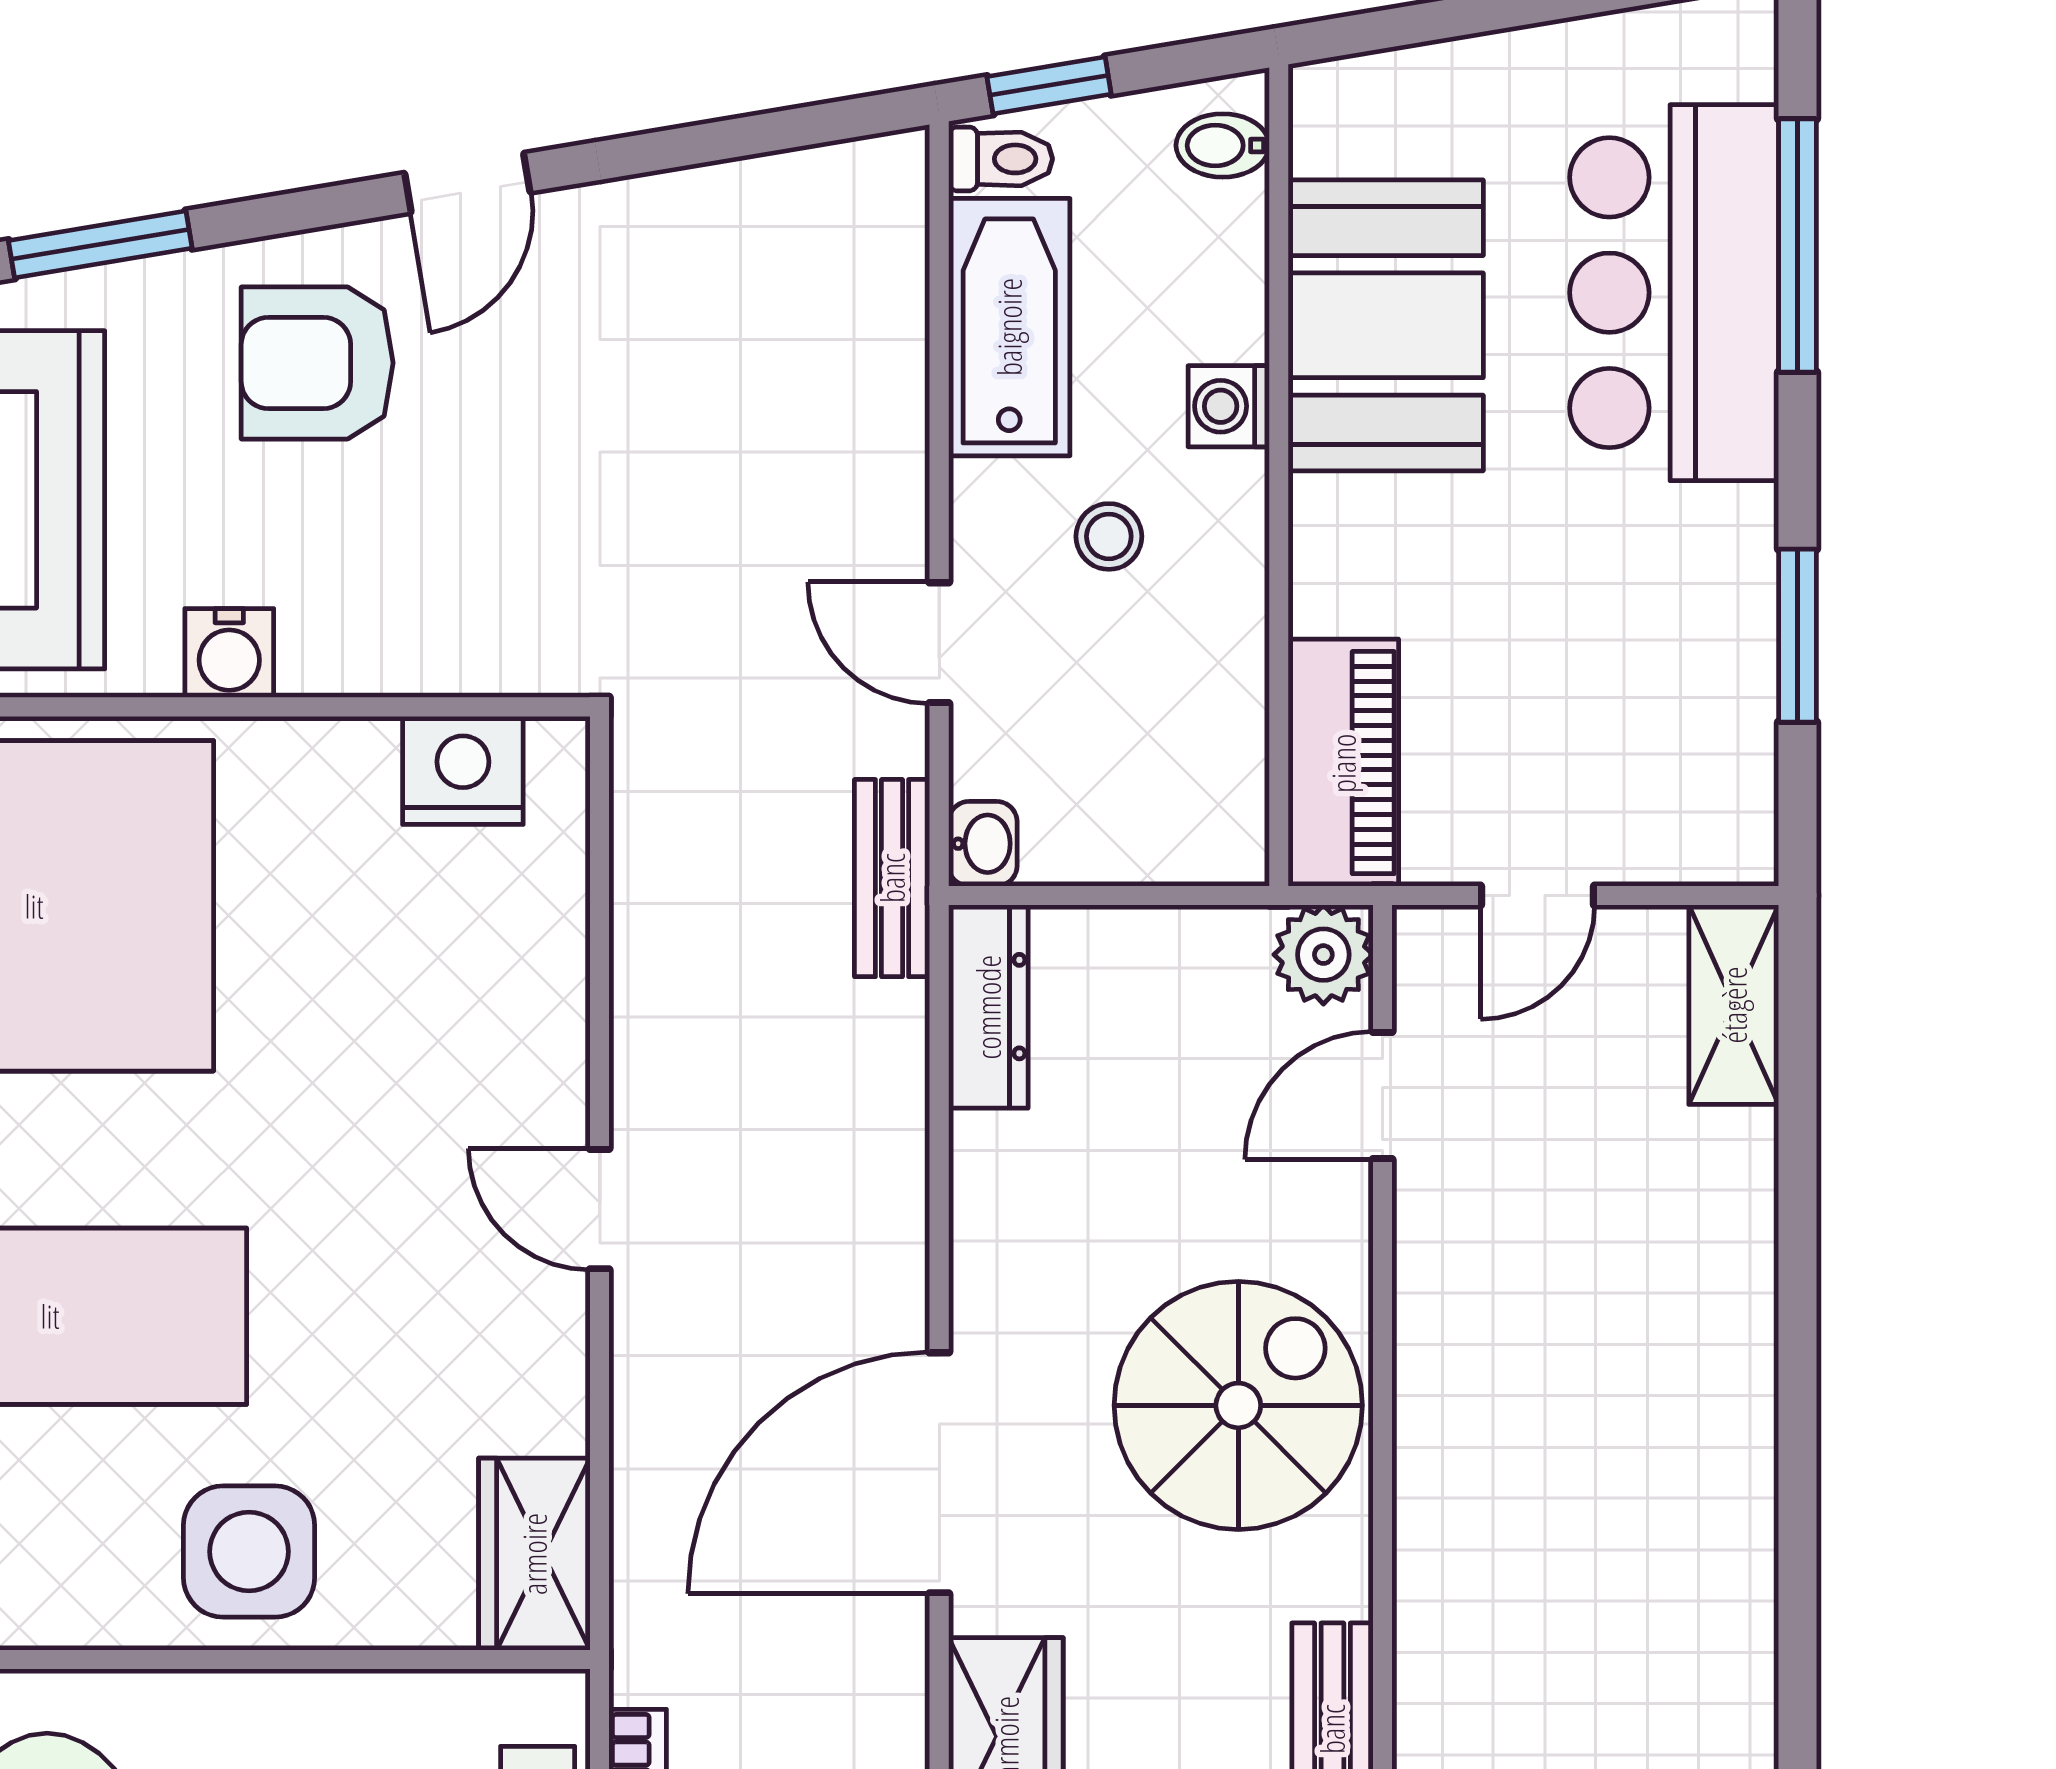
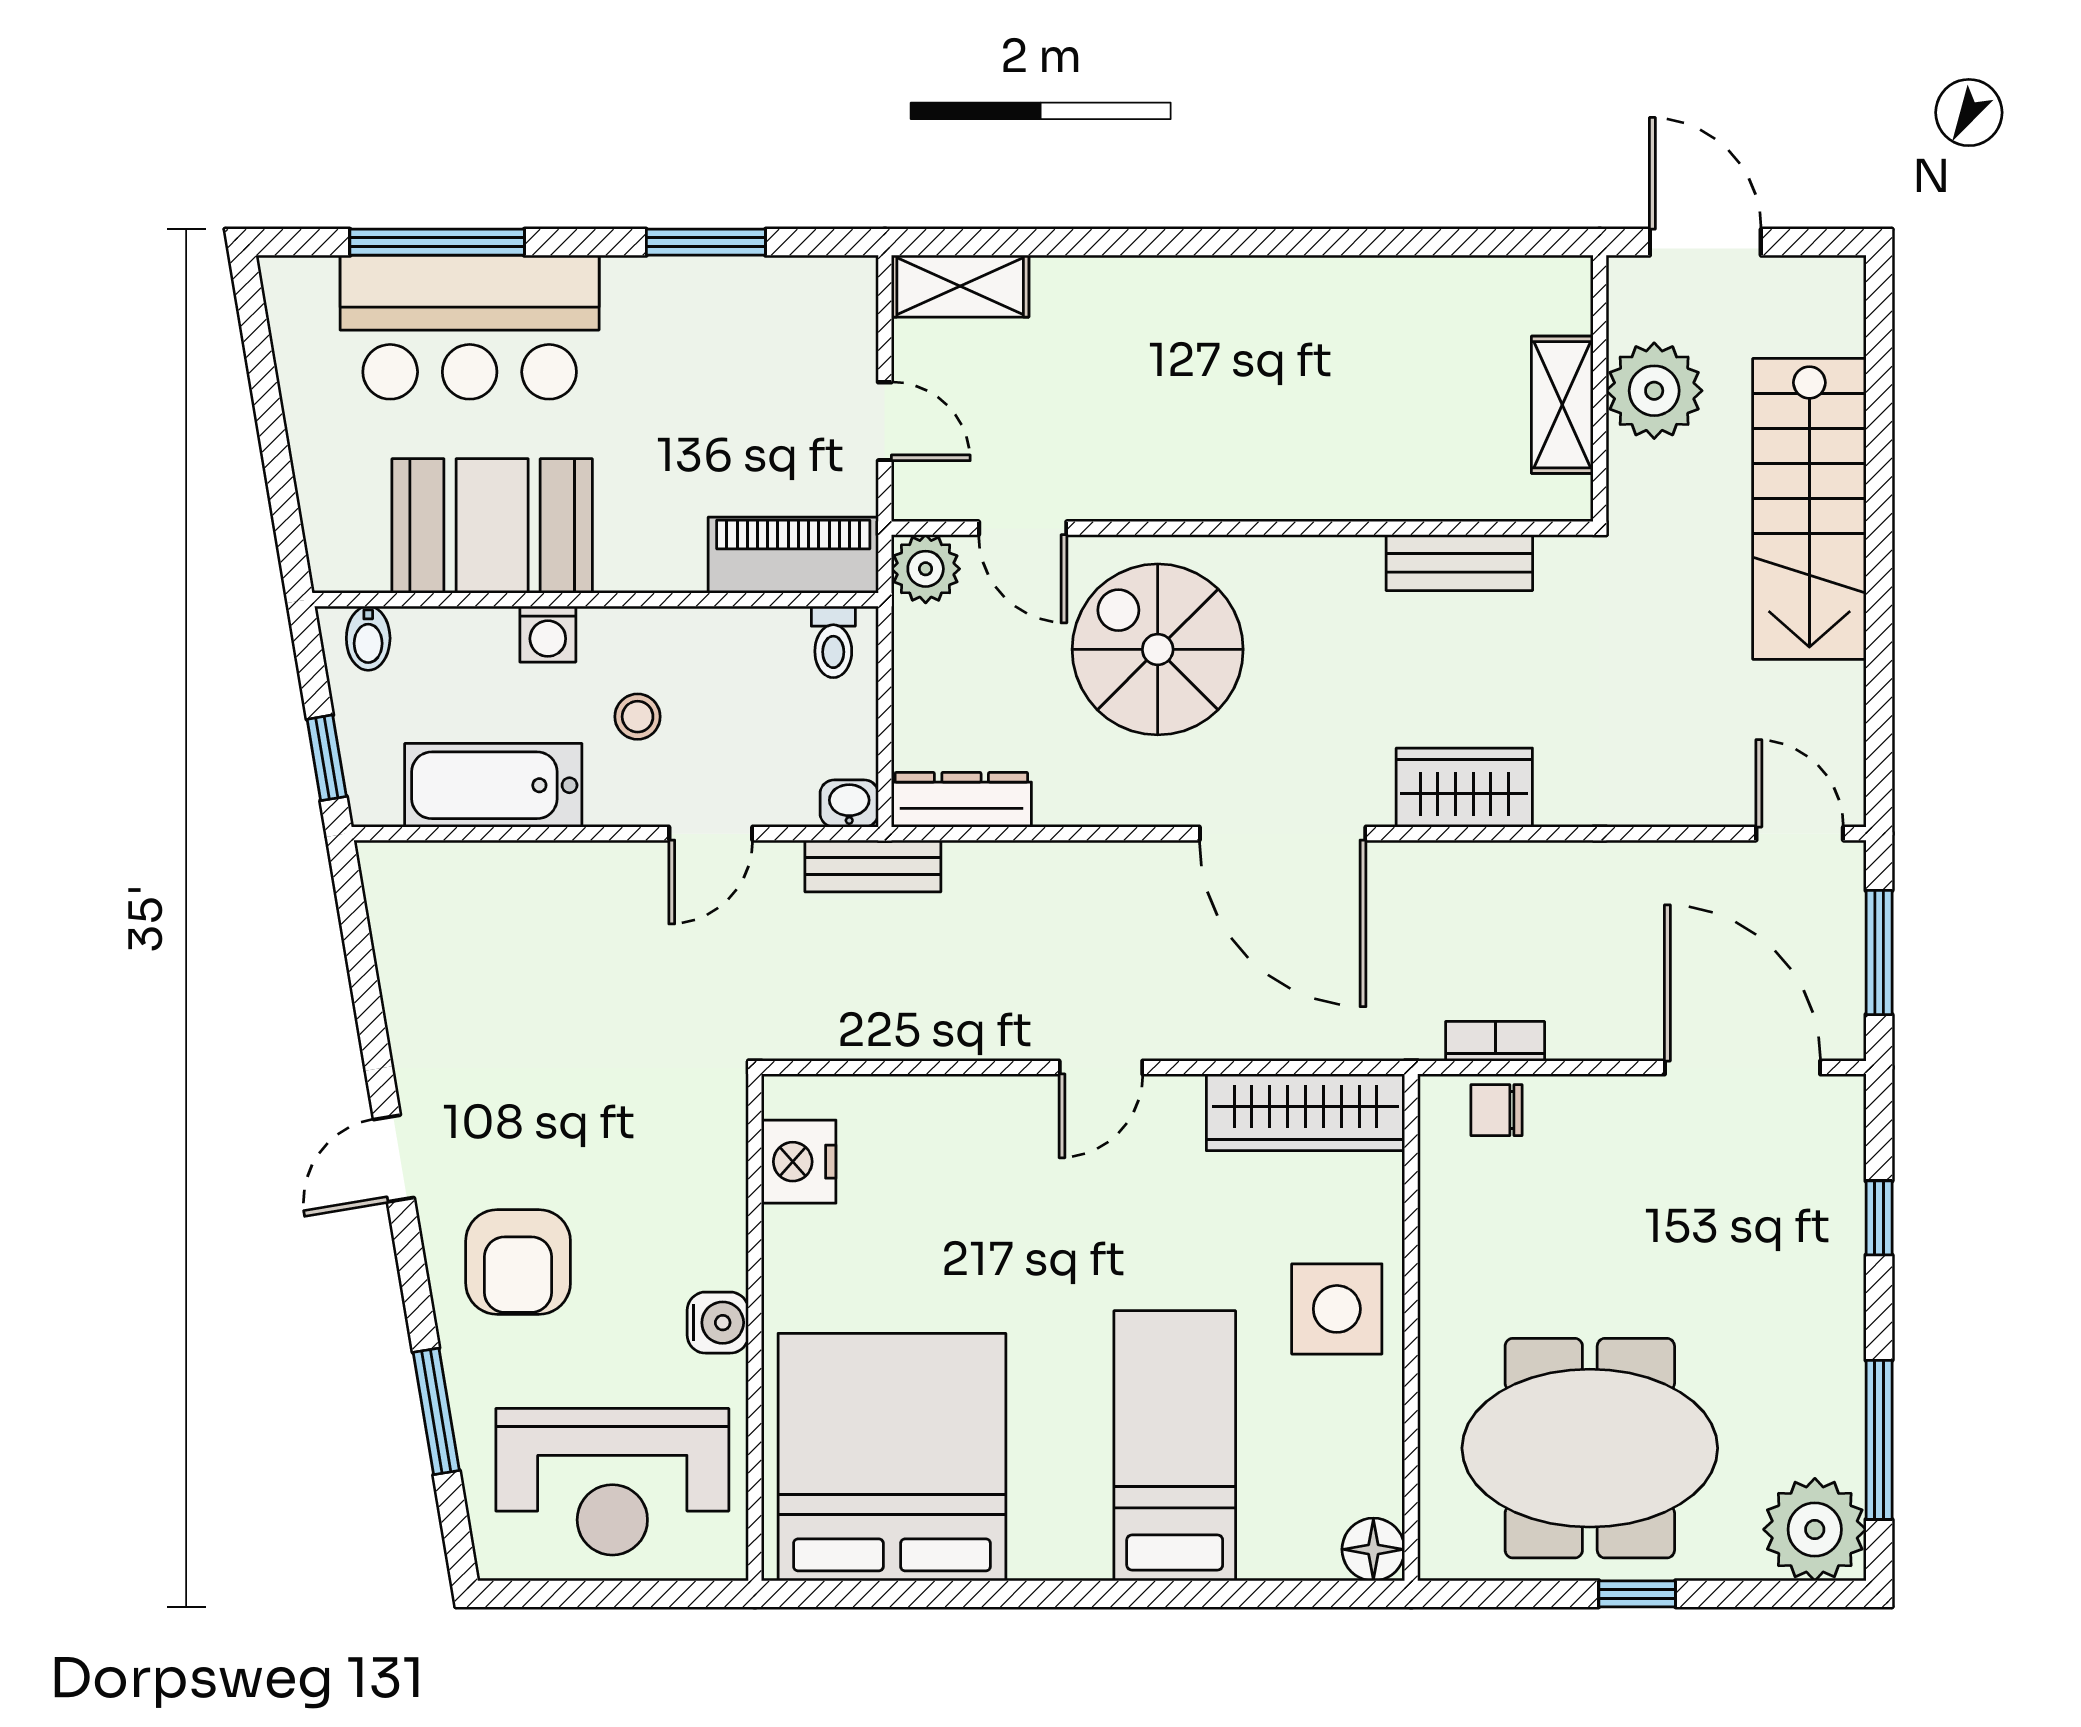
toilet: (1001, 159) -> (833, 642), moved, turned 180
door: (467, 183) -> (394, 1159), swing flipped
spiral stairs: (1238, 1405) -> (1158, 649), moved
wardrobe: (534, 1554) -> (1306, 1112), width x1.50

